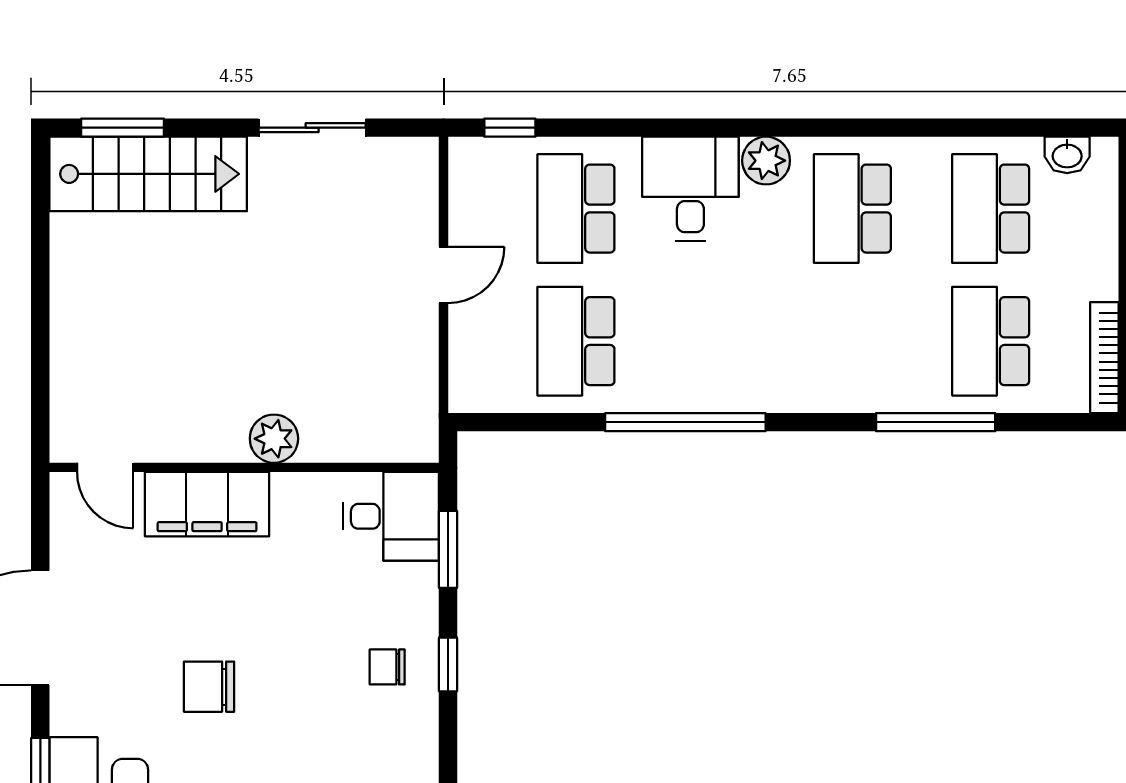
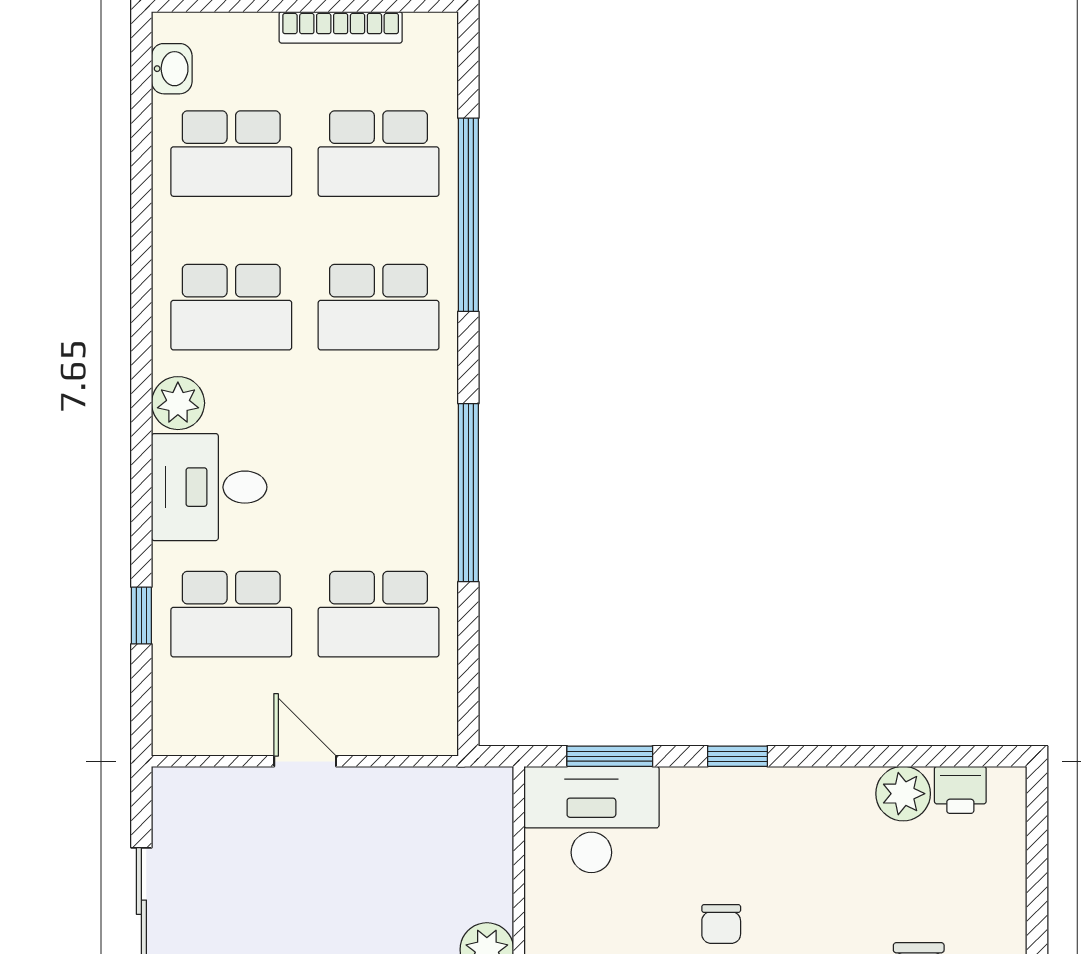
window: (510, 128) -> (141, 616), moved
school desk: (852, 341) -> (379, 307), added
bookcase: (1104, 358) -> (341, 27), moved
window: (936, 422) -> (468, 215), width x1.46
desk: (391, 516) -> (591, 819), width x1.37
chair: (387, 667) -> (721, 924), moved

